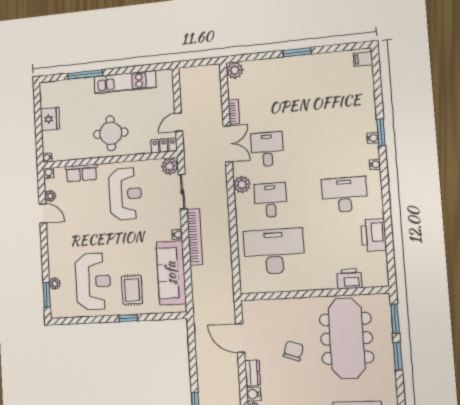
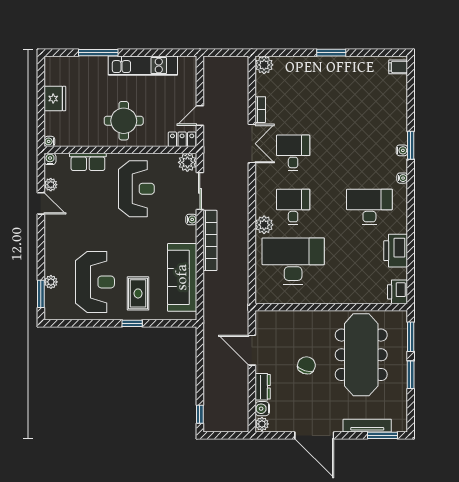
plant: (242, 185) -> (264, 225), moved
water cooler: (177, 234) -> (191, 219), moved
printer: (349, 279) -> (398, 292), moved, turned -90

